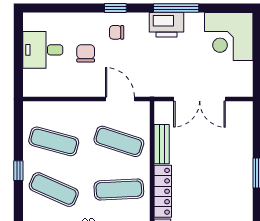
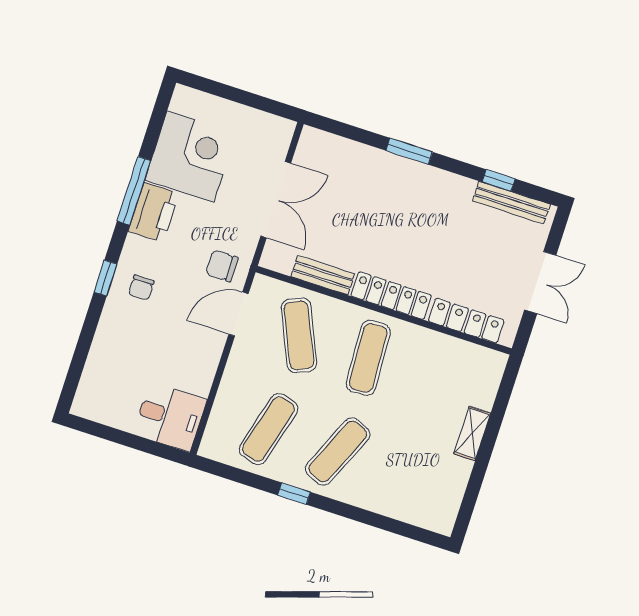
corner desk: (229, 36) -> (190, 157), moved, turned -90
desk: (43, 50) -> (170, 417), moved, turned -90
chair: (86, 53) -> (222, 266), moved
exercise mat: (119, 141) -> (299, 335), turned -42

